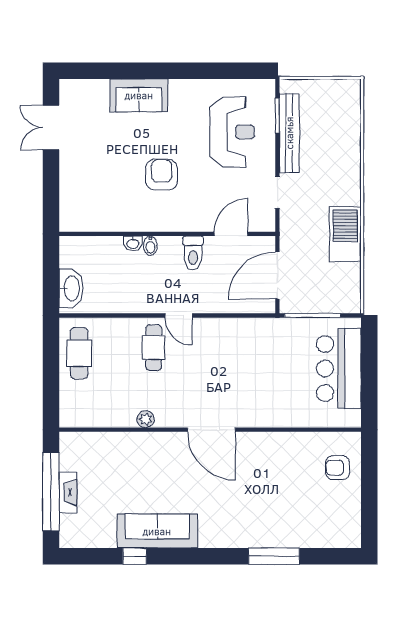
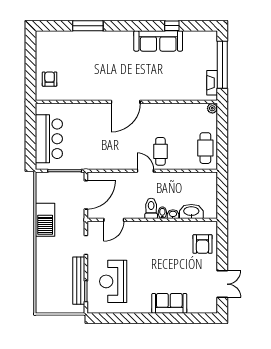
armchair: (162, 175) -> (203, 244), moved
toilet: (193, 253) -> (151, 208), moved
washbasin: (71, 288) -> (191, 212), moved, turned 90
plant: (146, 419) -> (212, 108), moved
door: (211, 430) -> (126, 102), swing flipped
armchair: (338, 468) -> (50, 79), turned -90
fireplace: (68, 492) -> (212, 83), moved

